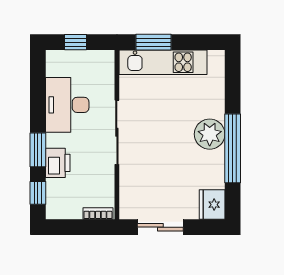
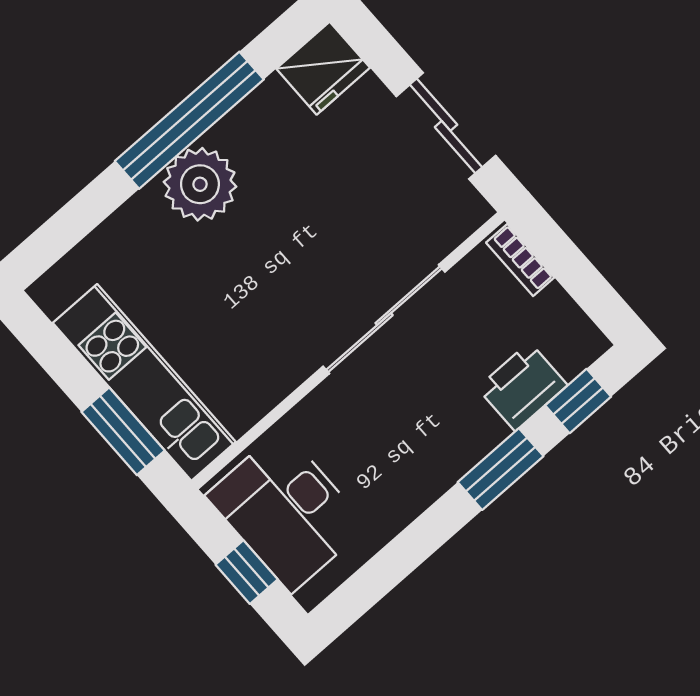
desk: (67, 105) -> (287, 511), moved, turned 90
sliding door: (117, 132) -> (384, 319), moved
printer: (58, 163) -> (522, 387), moved

